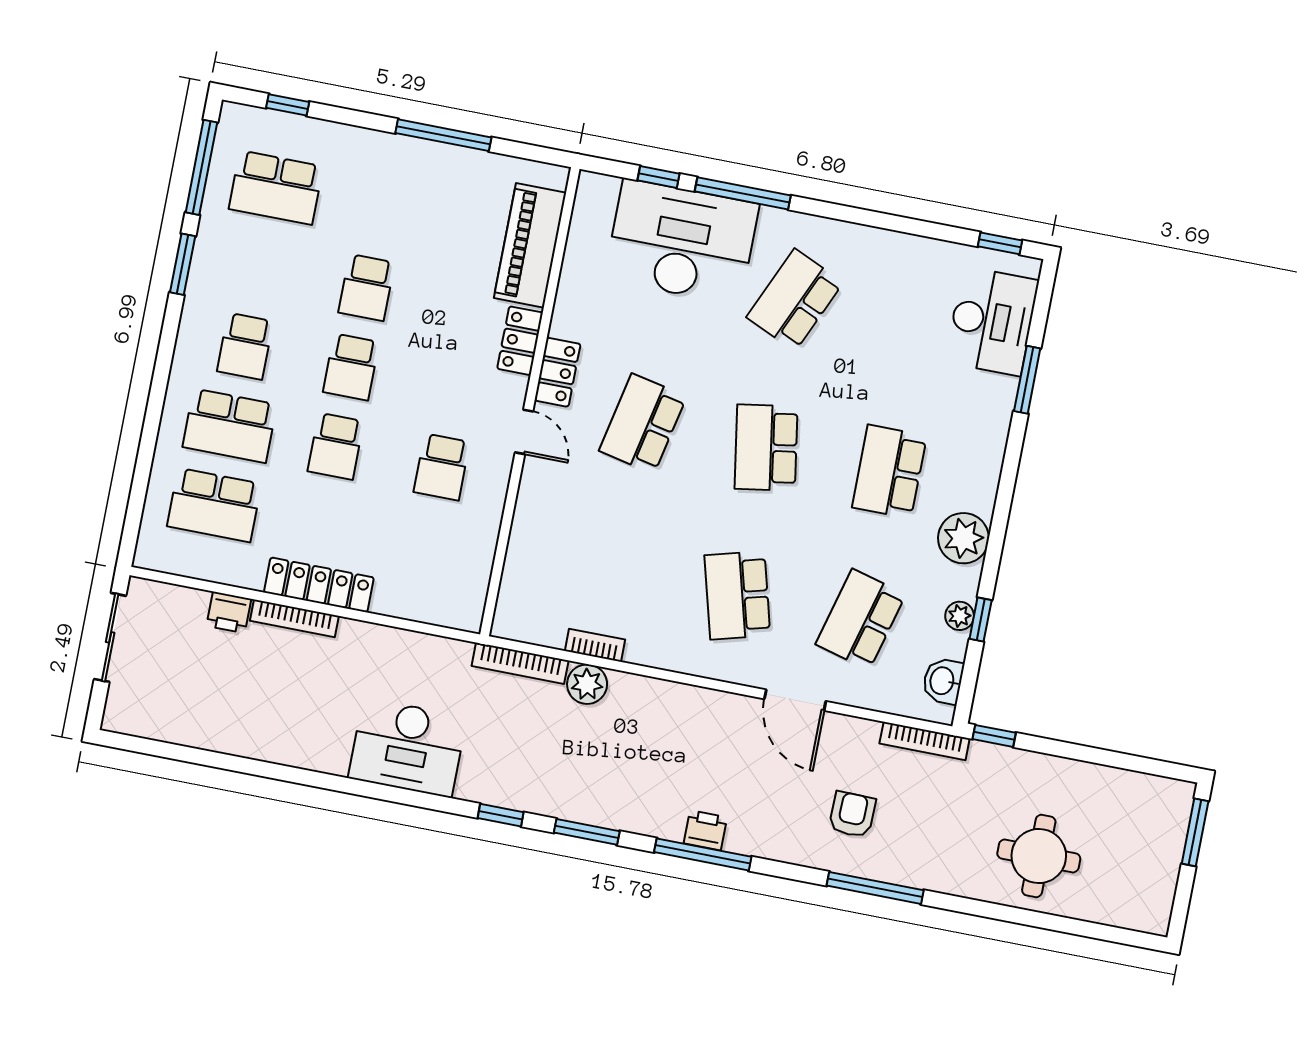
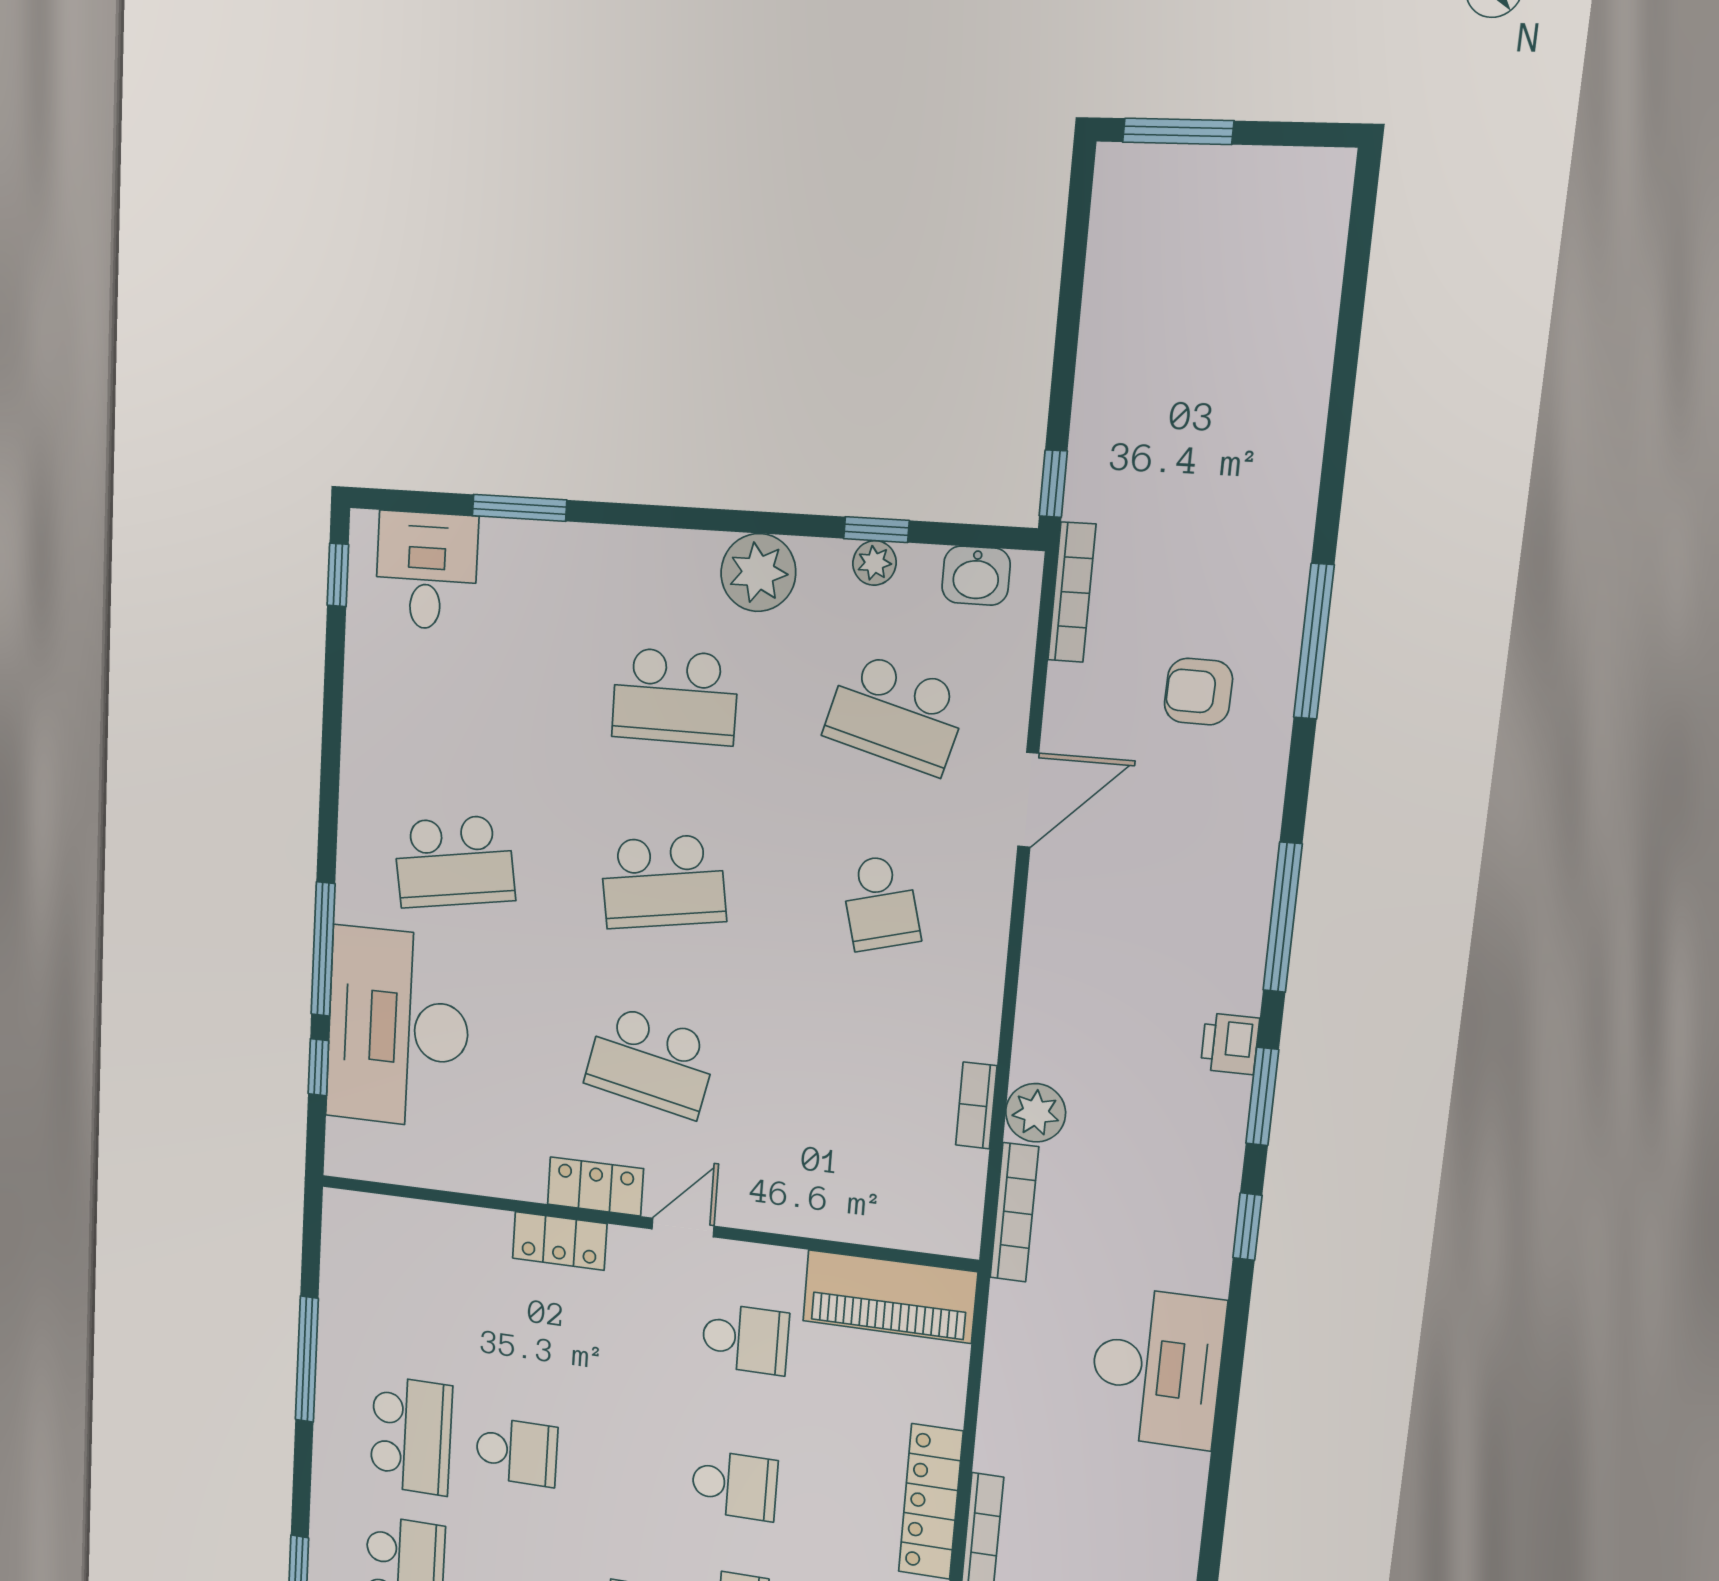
piano: (530, 245) -> (890, 1297), moved
school desk: (795, 300) -> (454, 862), turned -33
desk: (992, 321) -> (426, 571), width x0.73
school desk: (351, 367) -> (411, 1435), moved, width x1.85
school desk: (737, 595) -> (880, 903), width x0.54
printer: (705, 830) -> (1230, 1044), moved
round table: (1039, 856) -> (1239, 384), removed

